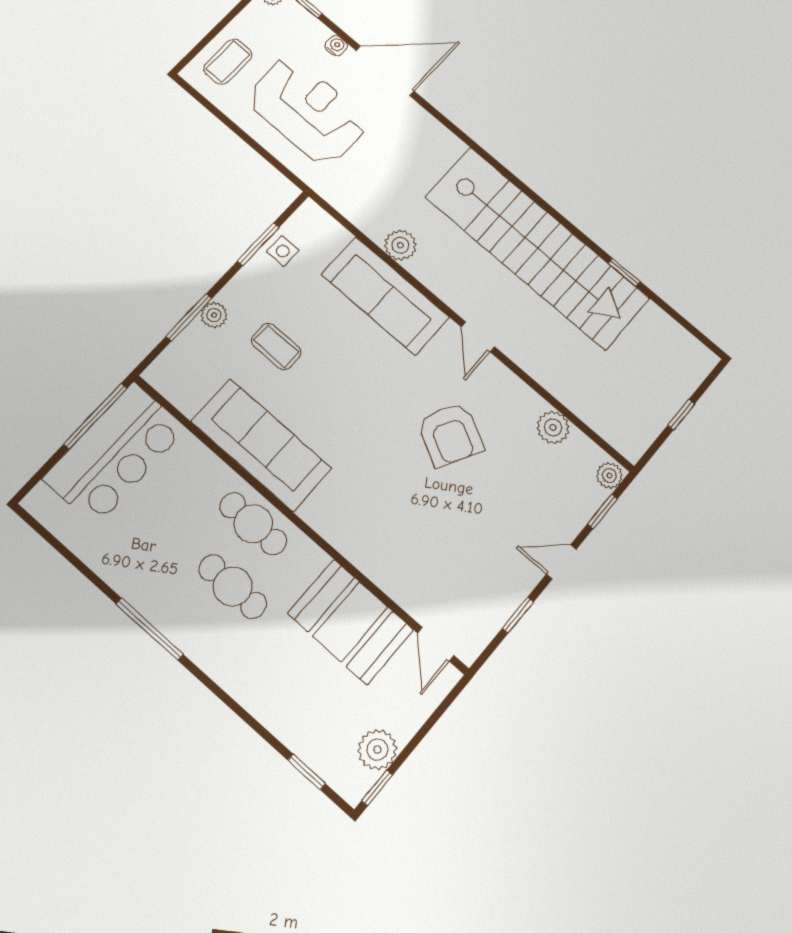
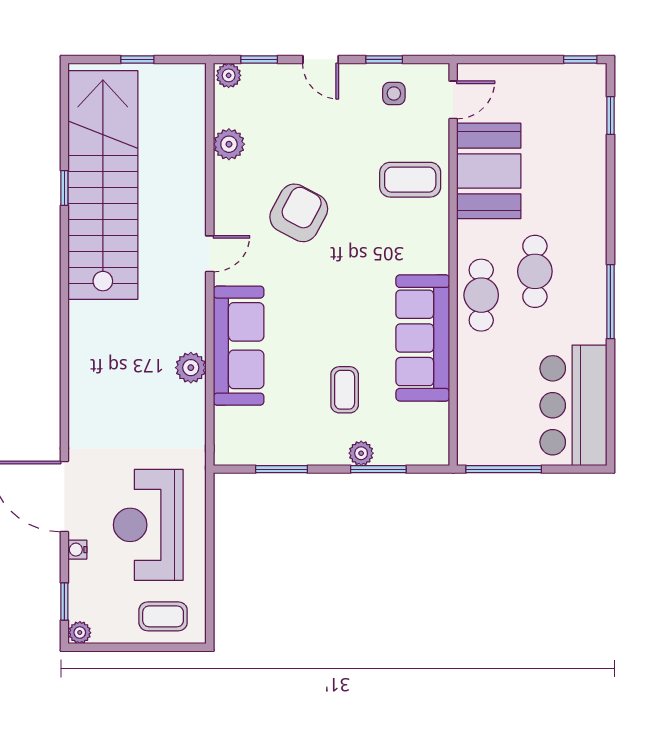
stairs: (537, 248) -> (103, 185), moved
side table: (283, 251) -> (394, 93), moved
bar counter: (115, 454) -> (573, 405), moved, turned -90
coffee table: (400, 549) -> (410, 180), added
plant: (377, 750) -> (556, 80), removed

